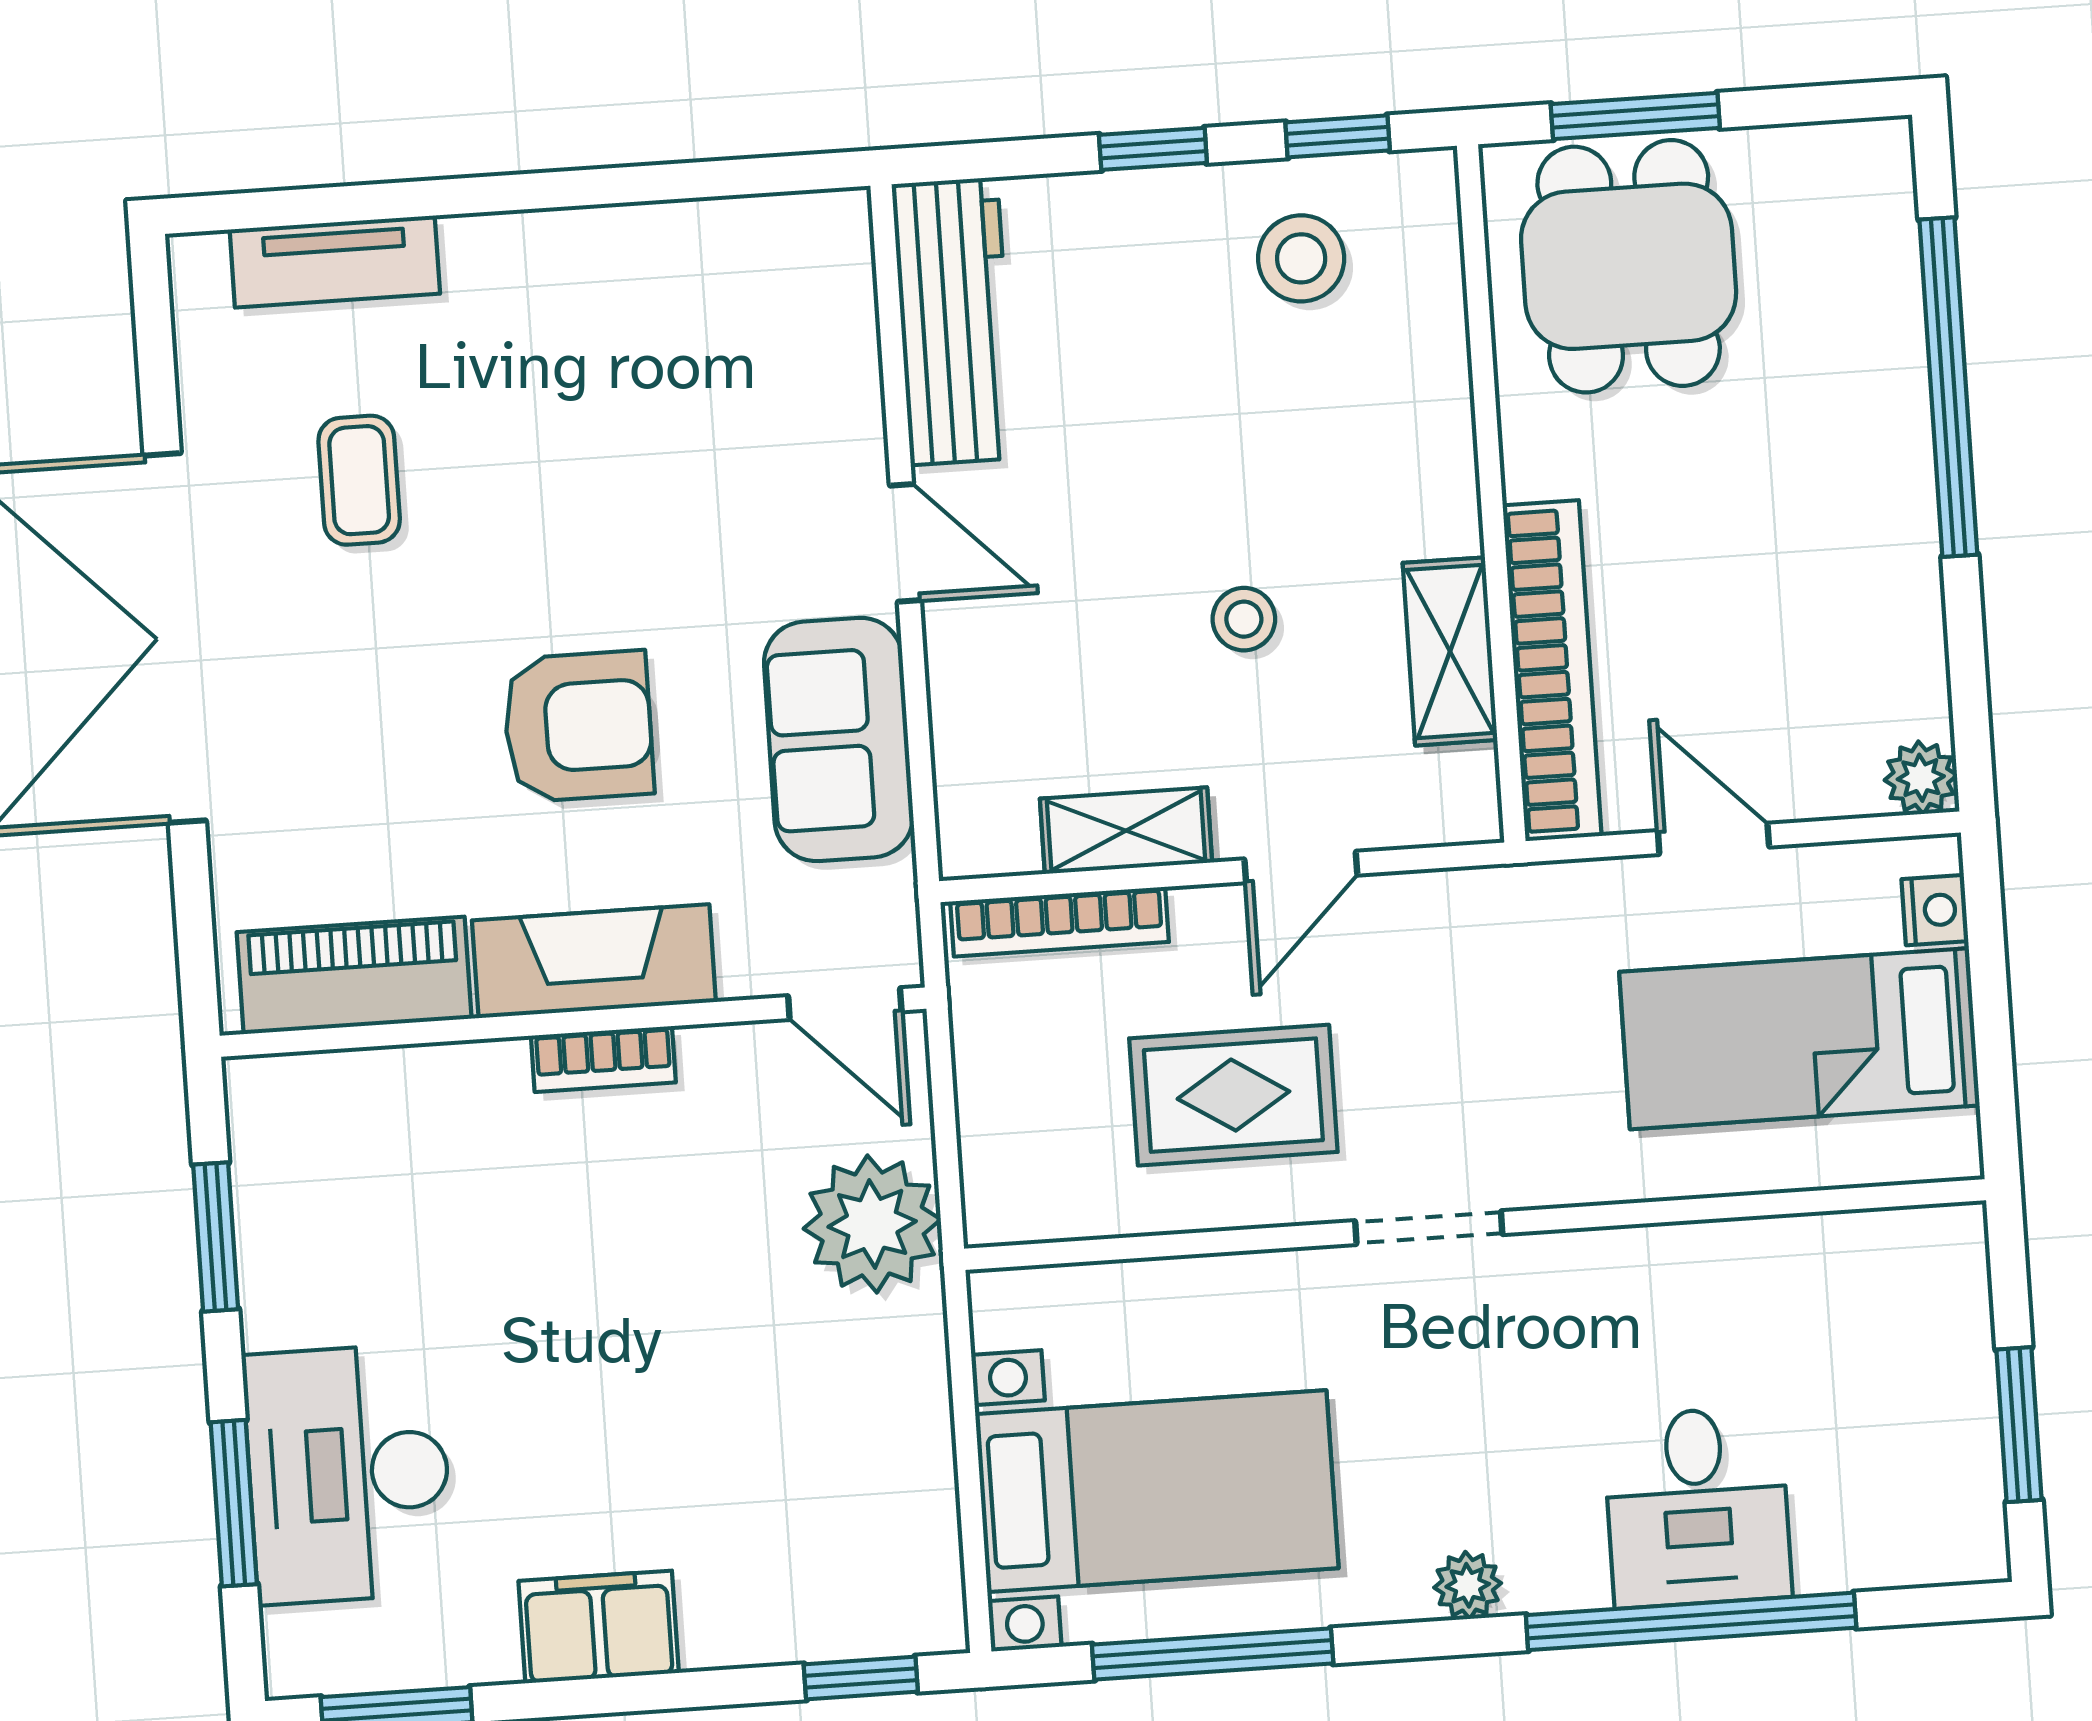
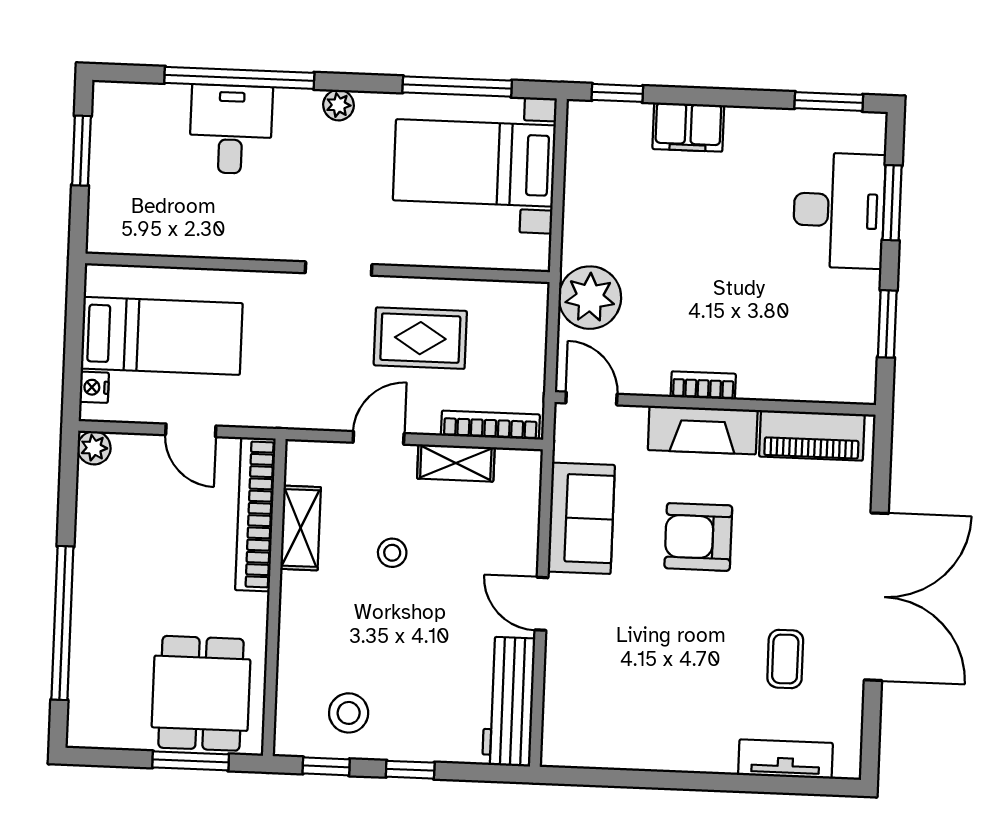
filing cabinet: (599, 1627) -> (688, 127), moved

